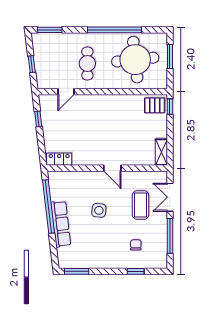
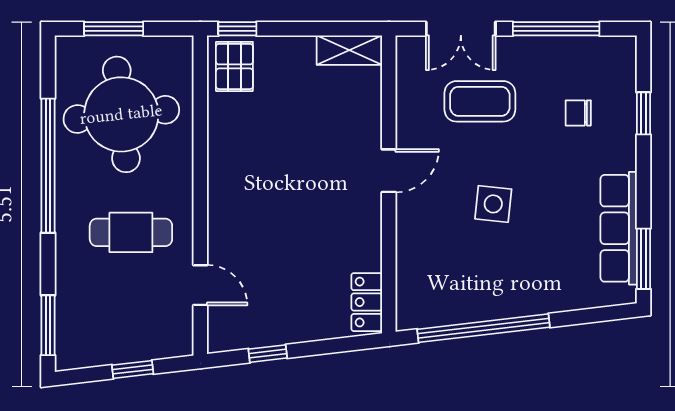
row of seats: (61, 224) -> (619, 228), moved, turned -83

